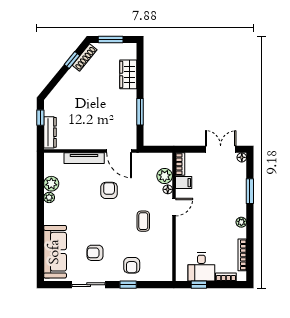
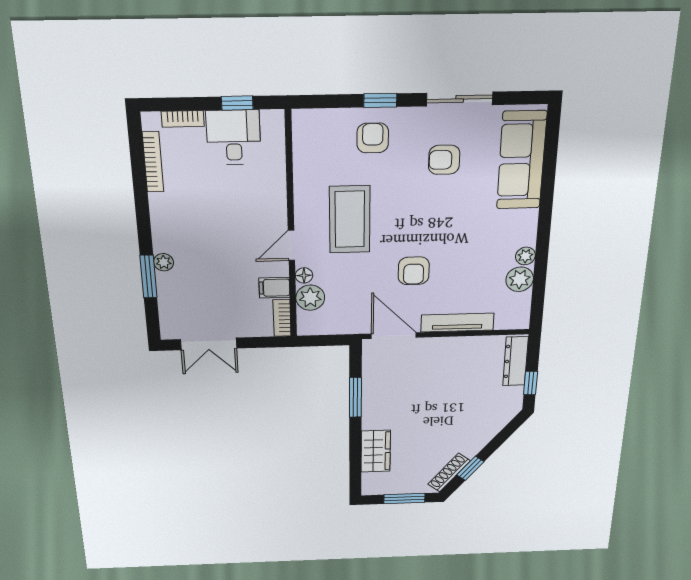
floor lamp: (242, 157) -> (169, 332), removed
coffee table: (143, 221) -> (350, 219), width x1.86, depth x1.72
plant: (241, 222) -> (164, 262), moved
armchair: (95, 253) -> (444, 160), turned 180

